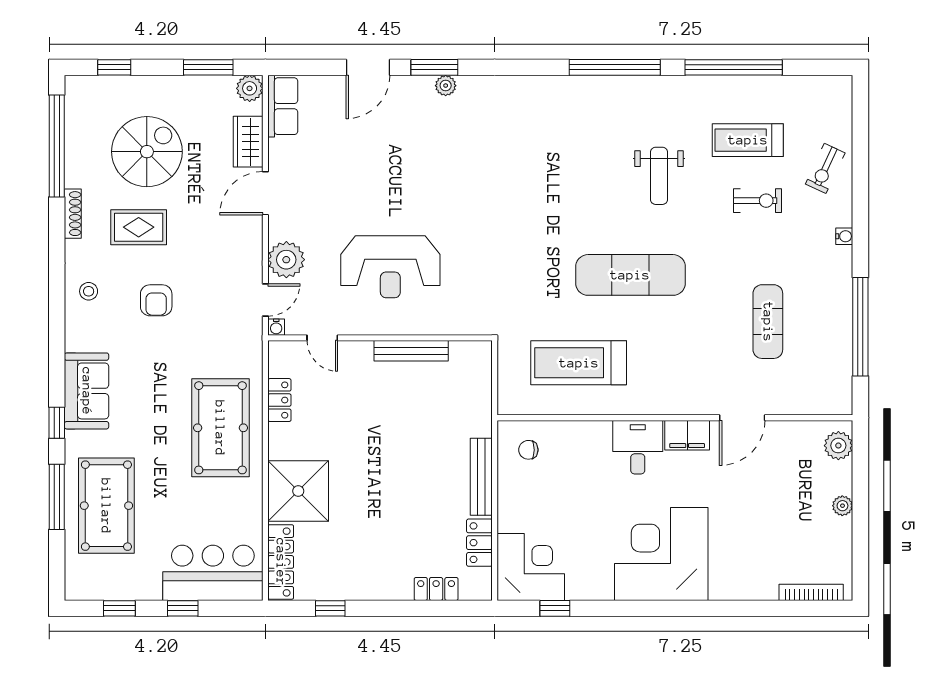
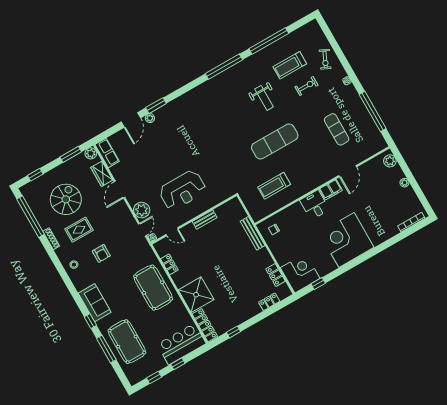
plant: (446, 86) -> (150, 118), moved
bench: (411, 351) -> (205, 220), width x0.73
treadmill: (579, 363) -> (274, 186), width x0.73, depth x0.73
bench: (481, 477) -> (253, 233), moved

